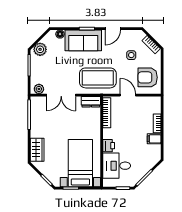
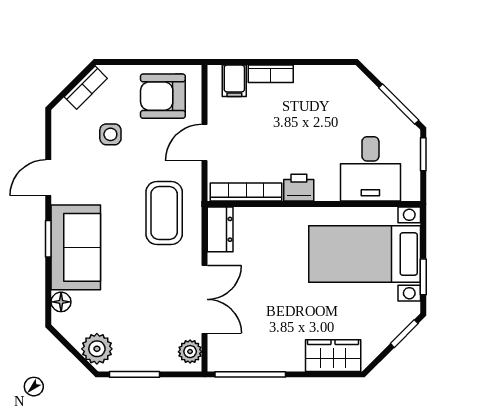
door: (113, 29) -> (48, 178), swing flipped
armchair: (148, 77) -> (163, 96), turned 90
coffee table: (98, 78) -> (164, 213), width x0.73, depth x0.76
filing cabinet: (154, 139) -> (234, 81), moved
printer: (109, 146) -> (299, 188), moved

